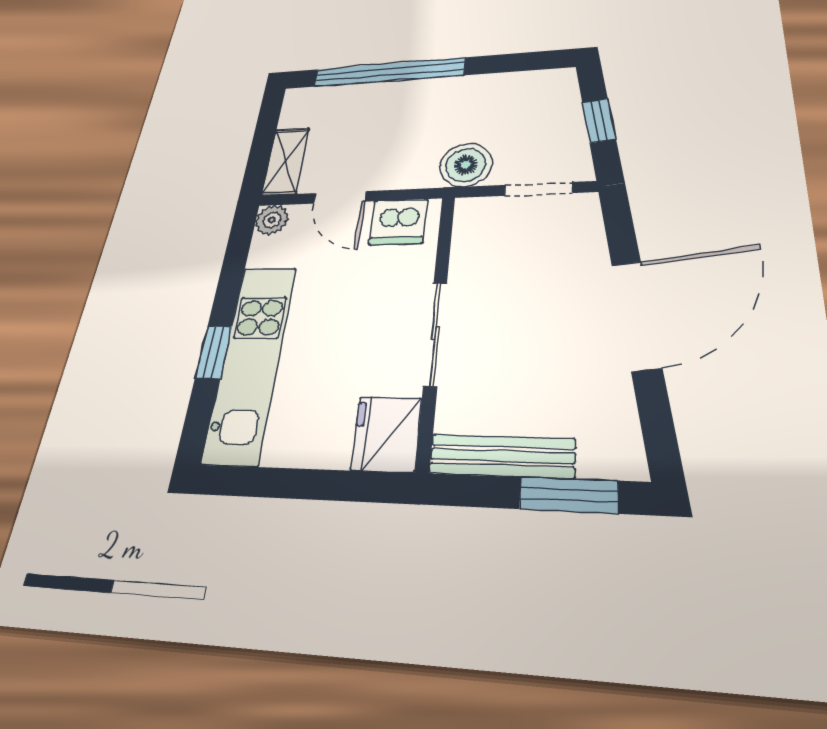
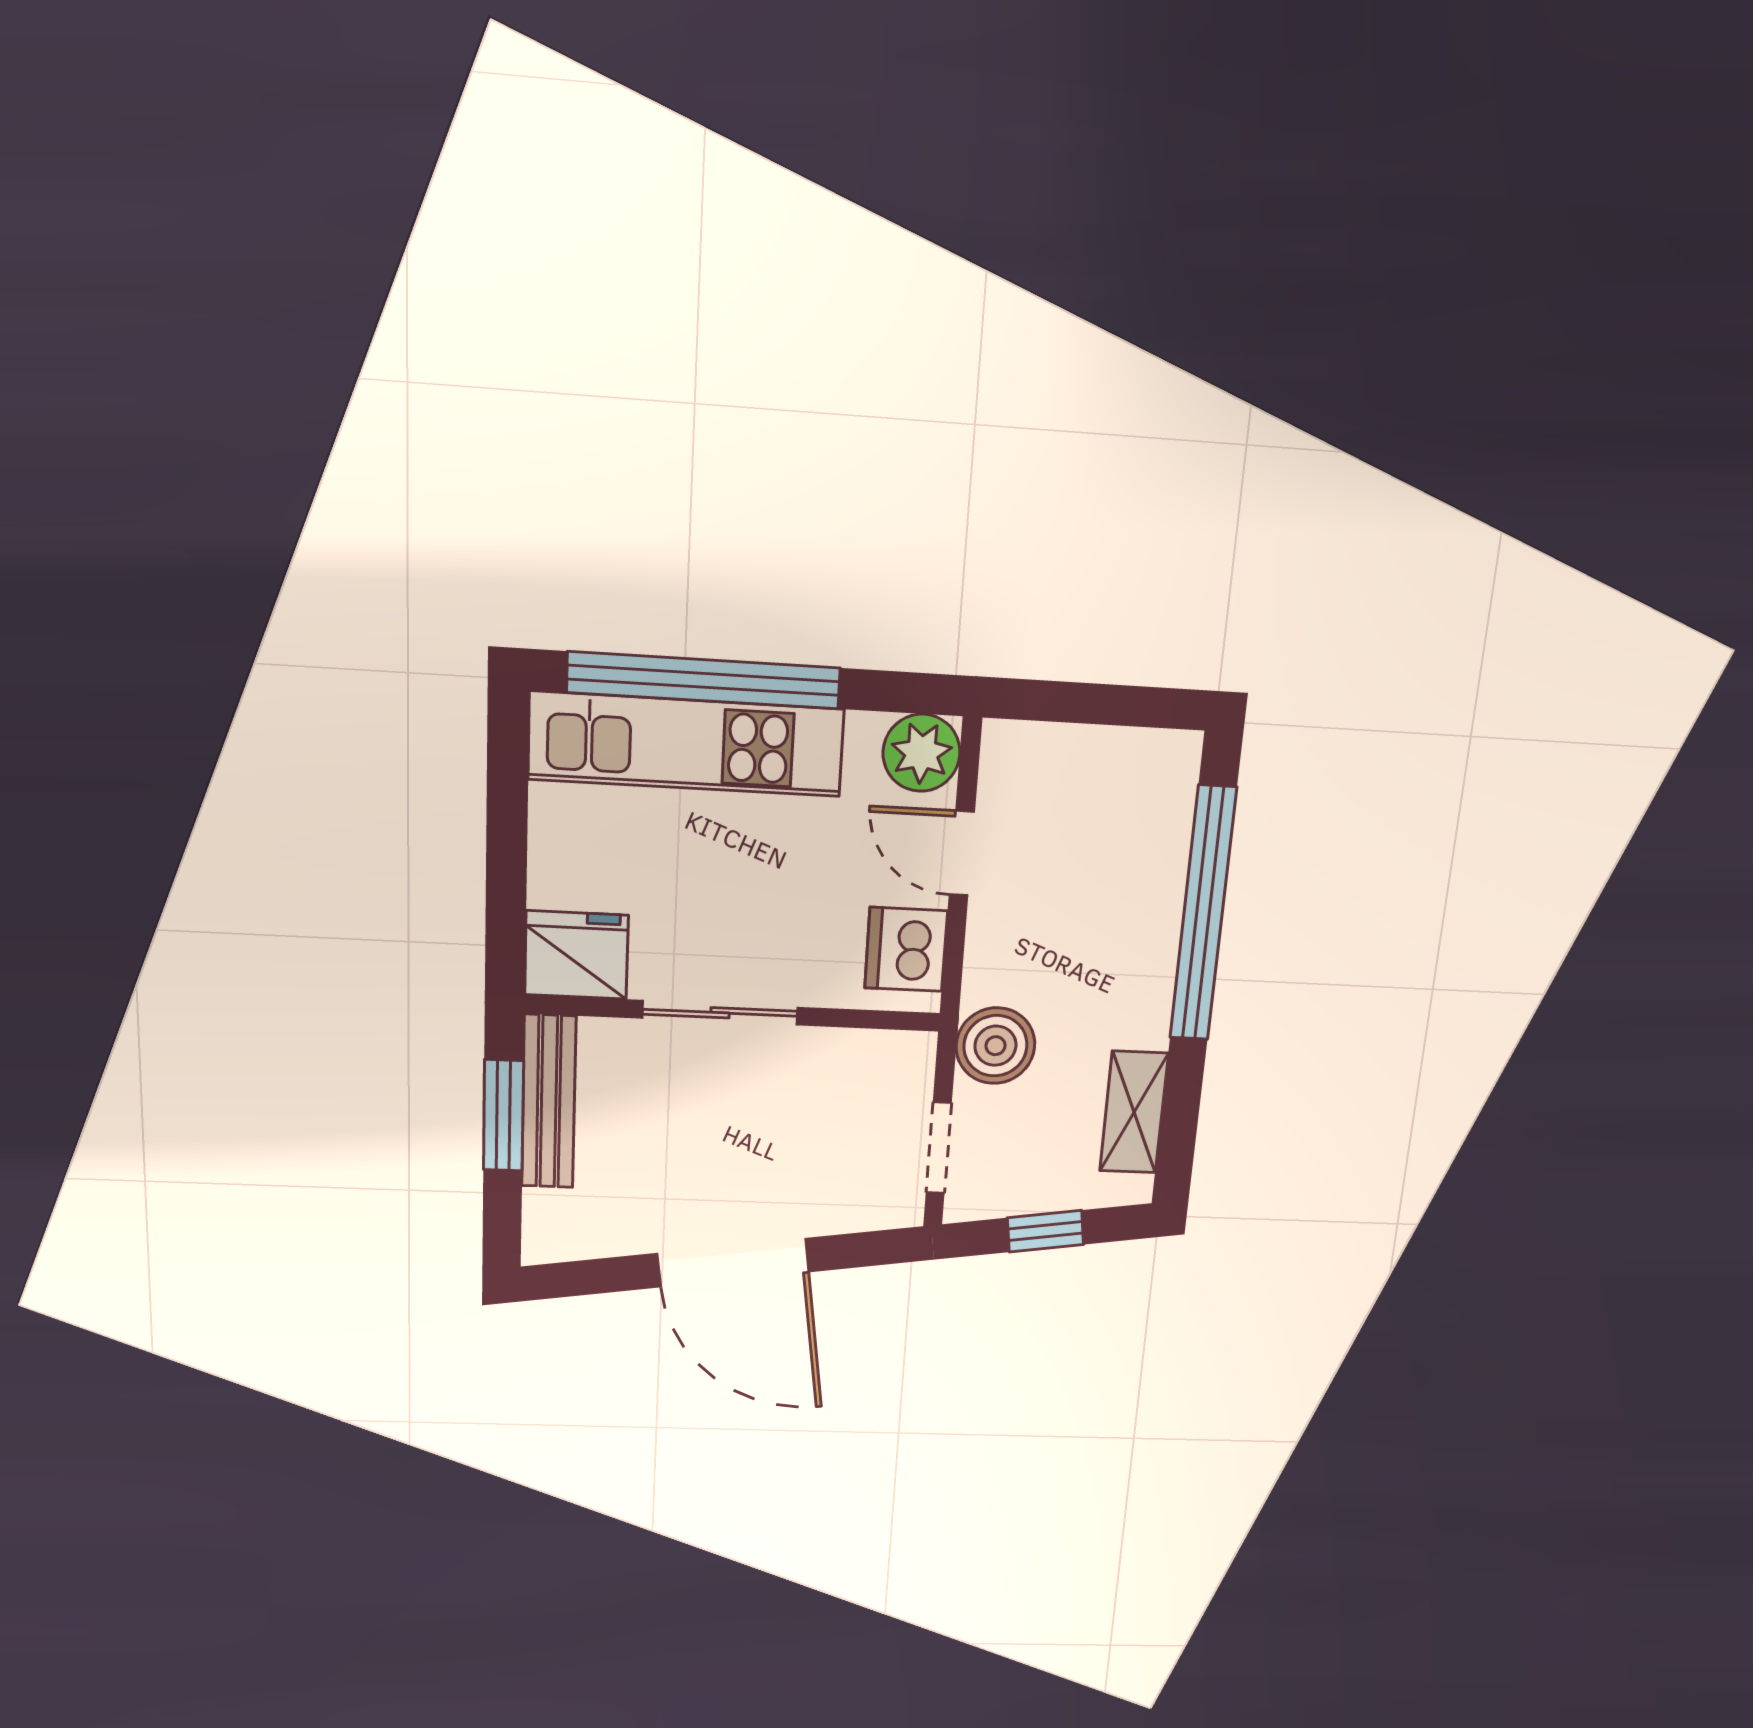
shelving: (286, 161) -> (1134, 1112), moved, turned 90
door: (340, 197) -> (962, 853), hinge flipped
plant: (272, 220) -> (921, 753), width x1.38, depth x1.38
window: (214, 352) -> (704, 680), width x3.17
window: (569, 495) -> (503, 1115), moved

